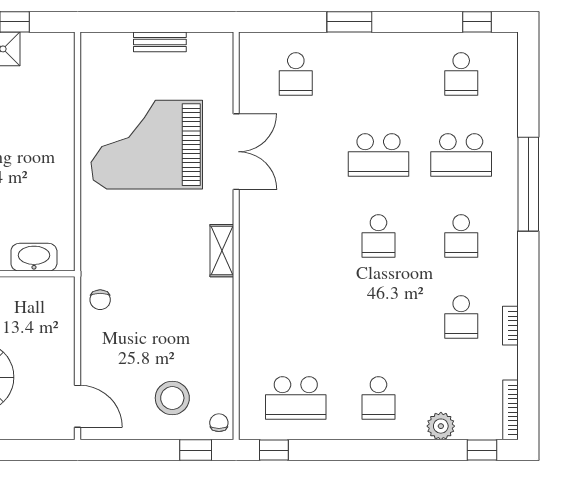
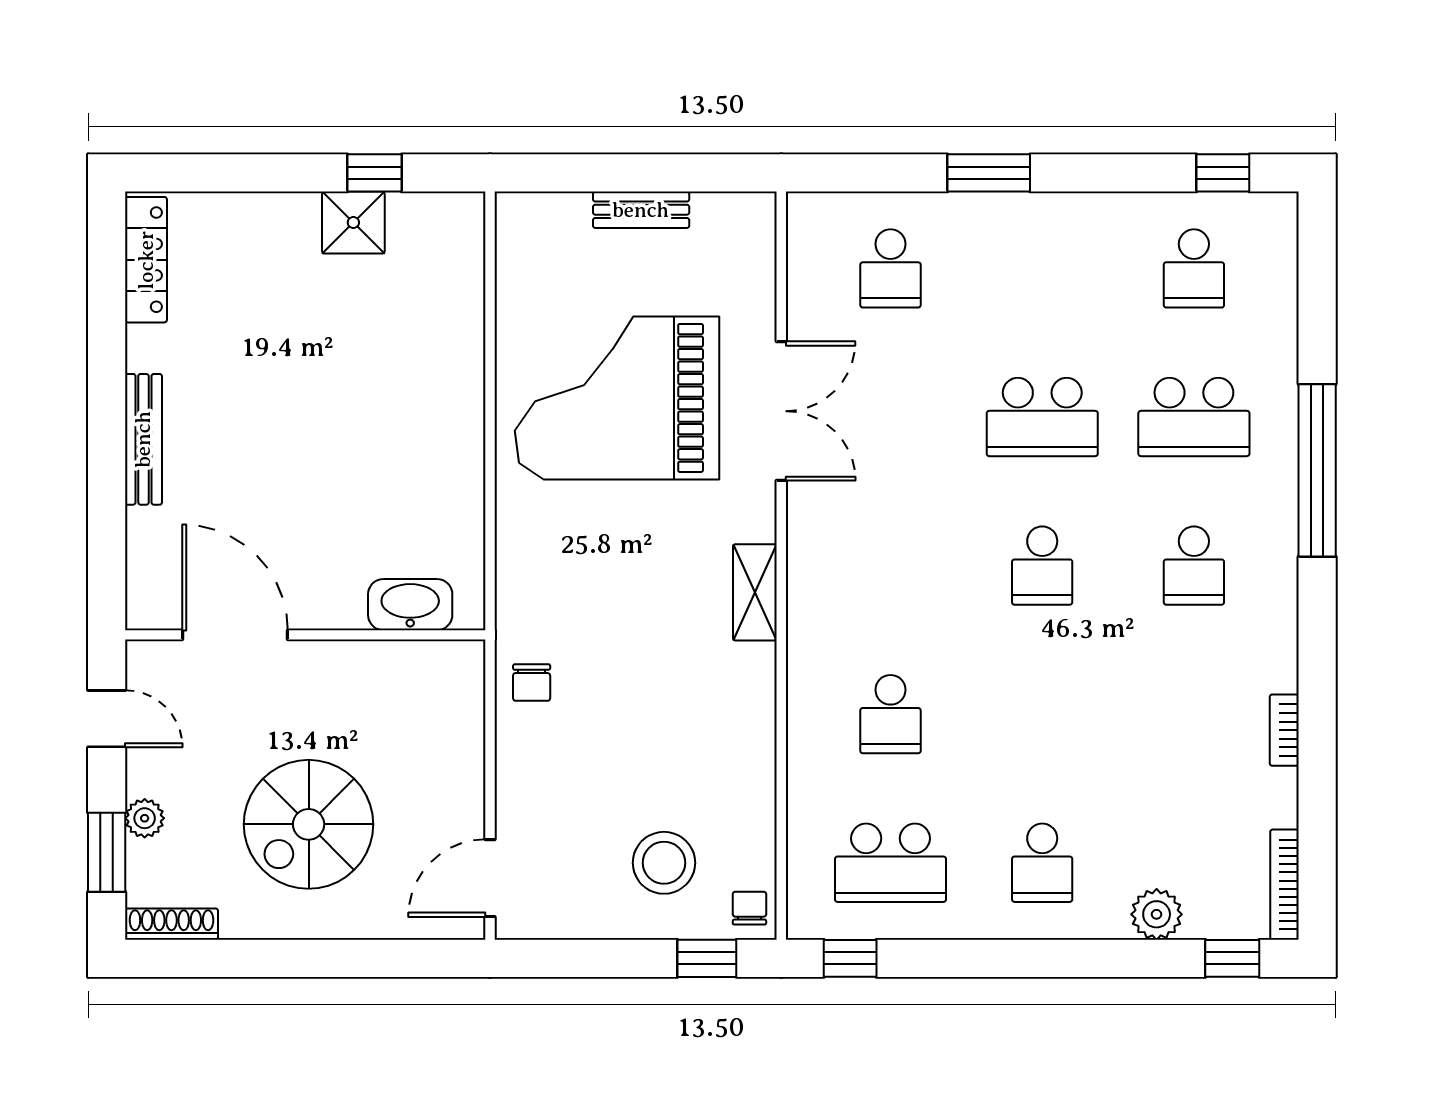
school desk: (461, 317) -> (890, 714), moved
door: (78, 406) -> (490, 878), swing flipped

